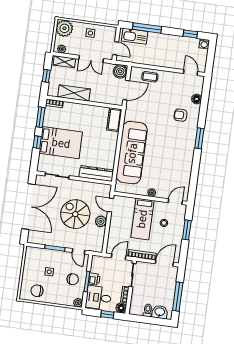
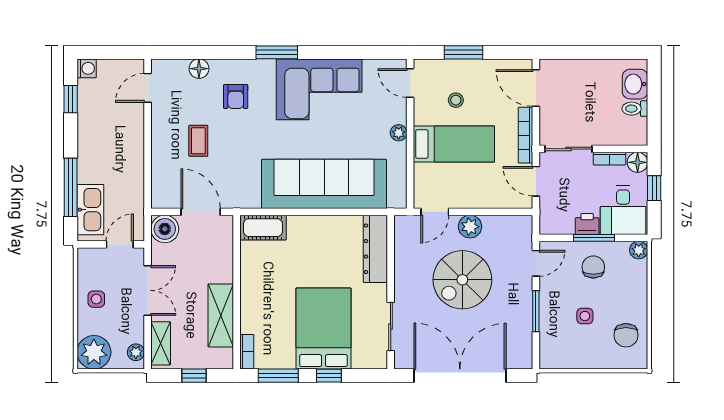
coffee table: (150, 77) -> (198, 141), moved
corner sofa: (178, 157) -> (319, 89), added
window: (178, 297) -> (599, 52), removed

